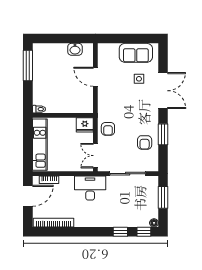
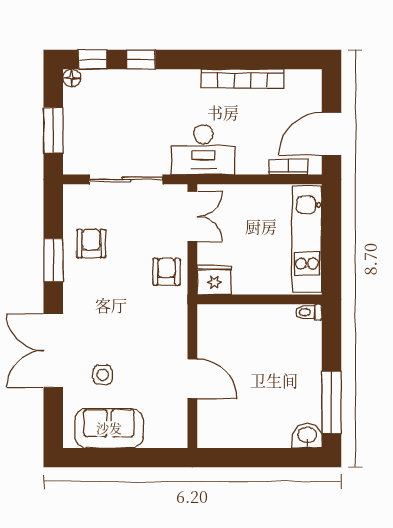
washbasin: (75, 49) -> (307, 436), moved
bookcase: (54, 223) -> (243, 79), moved

